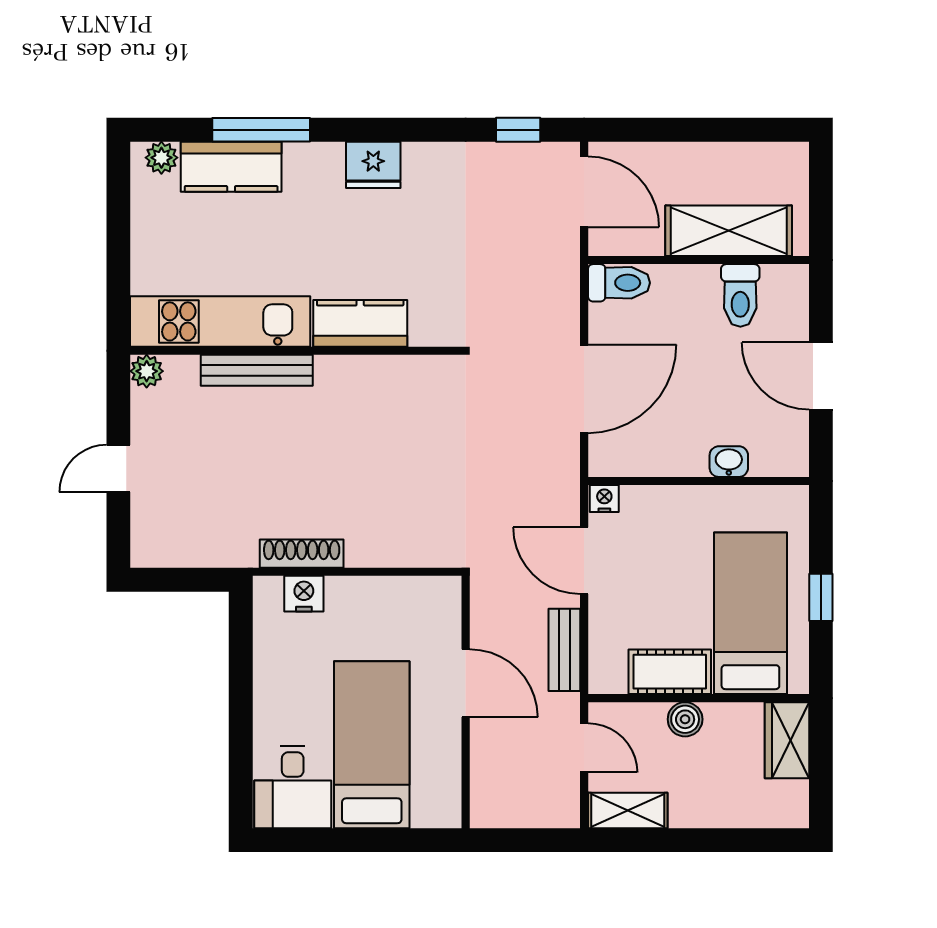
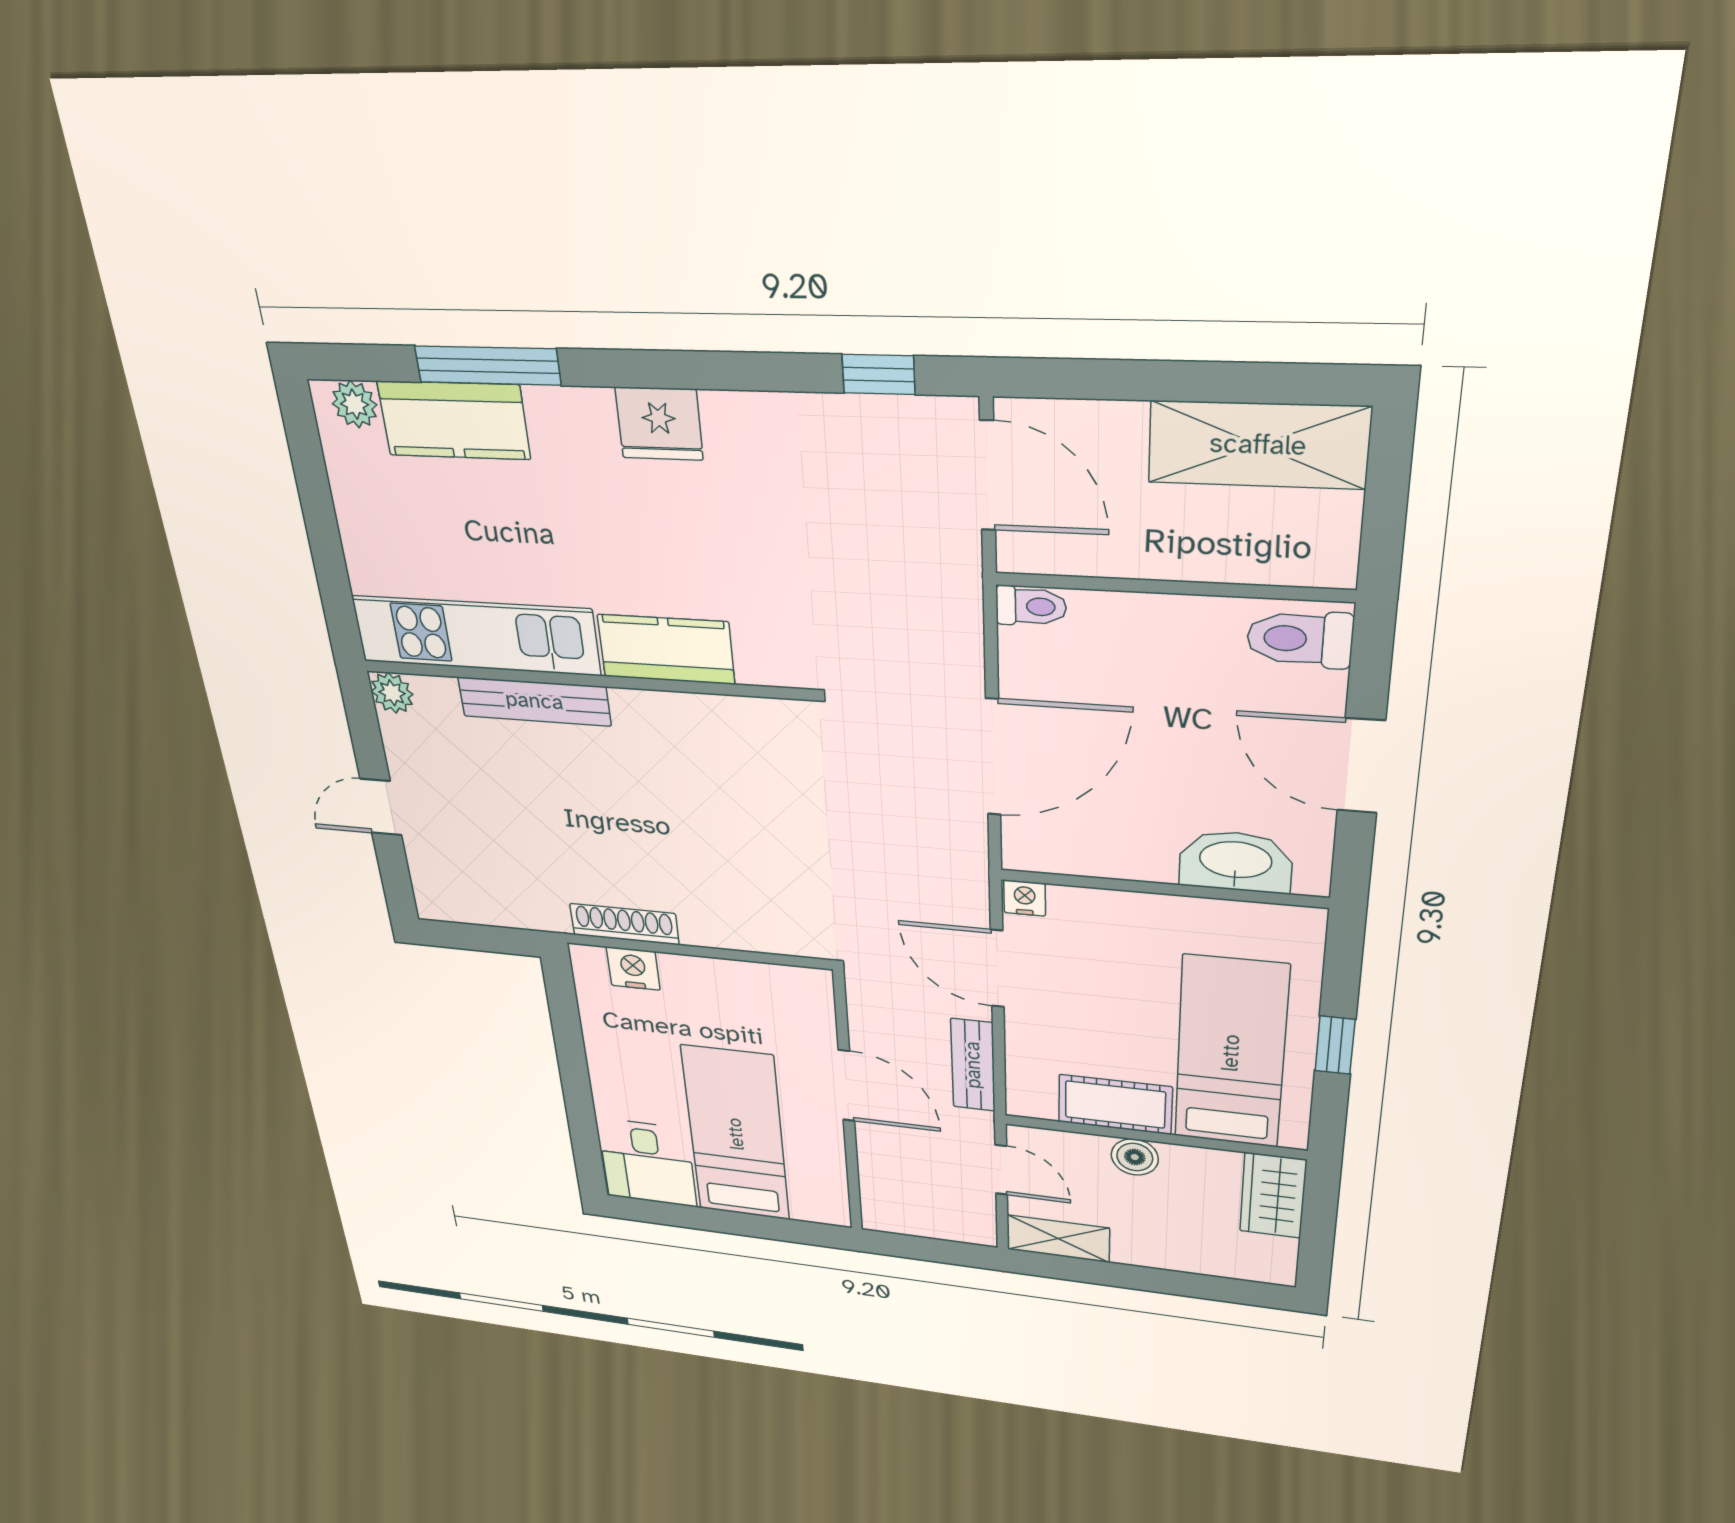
shelving: (729, 231) -> (1258, 445), moved
toilet: (619, 283) -> (1031, 606), width x0.73, depth x0.72
toilet: (740, 295) -> (1300, 639), moved, turned 90
washbasin: (729, 462) -> (1236, 861), width x1.91, depth x1.45

